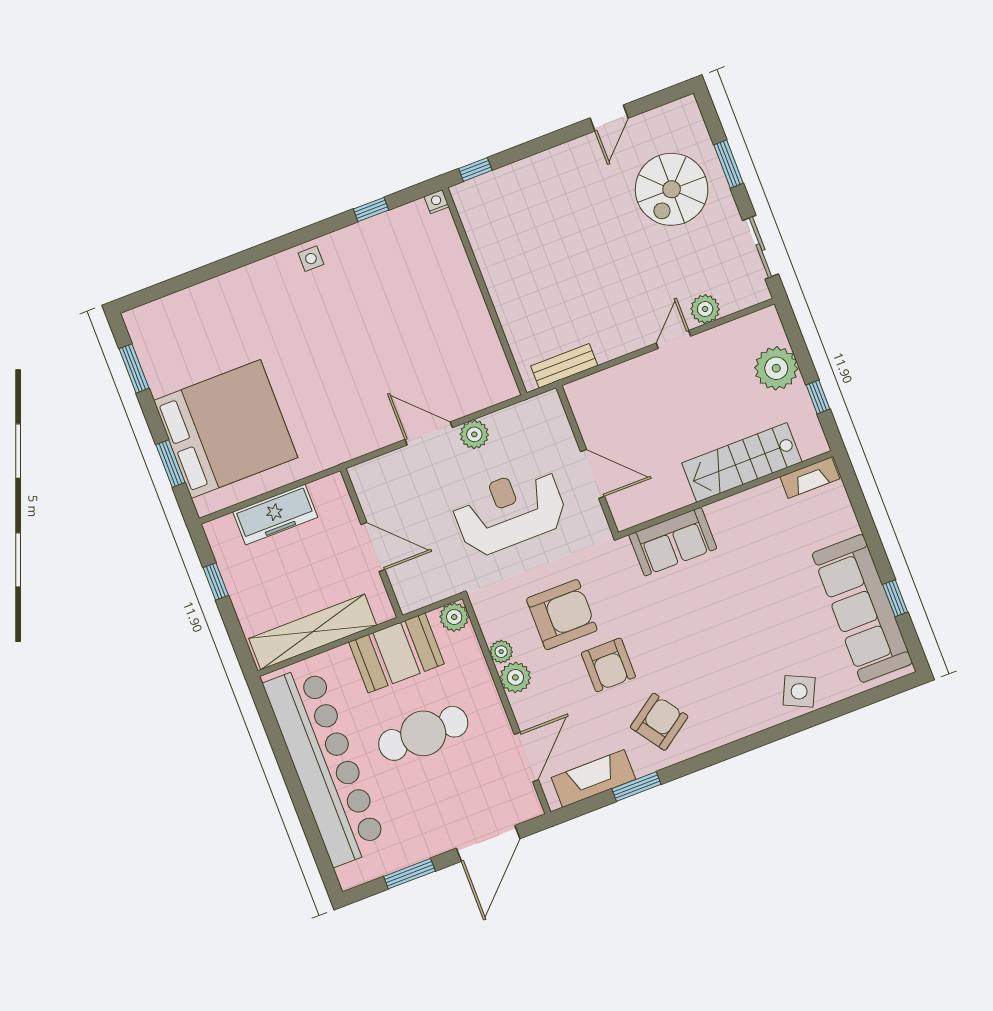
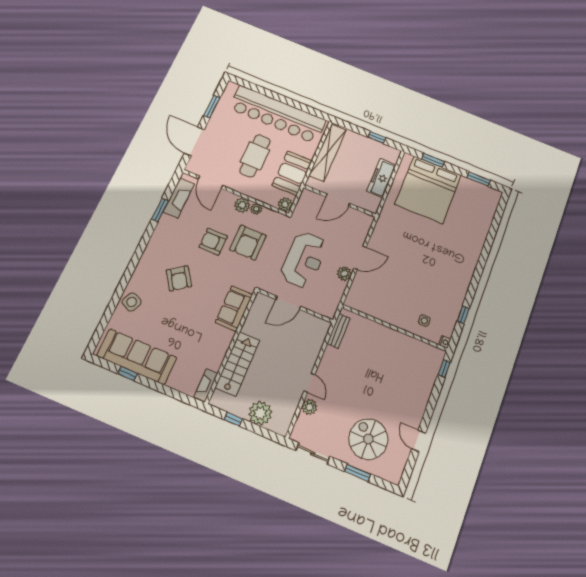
side table: (311, 259) -> (424, 321), moved
armchair: (659, 722) -> (179, 278), moved

